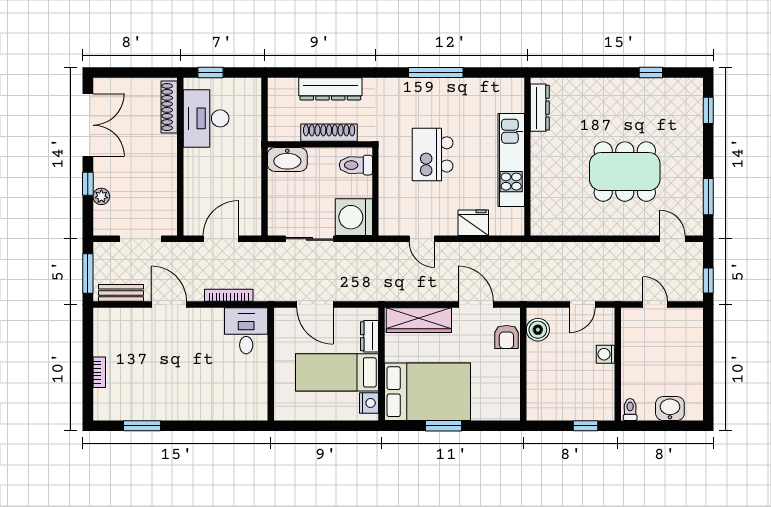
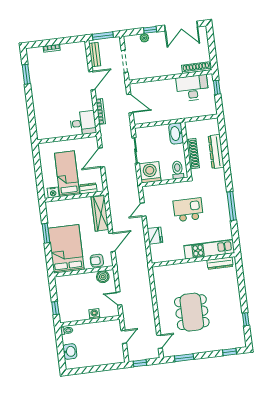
kitchen unit: (511, 160) -> (209, 249), moved
bed: (427, 392) -> (66, 249), moved, turned 180

